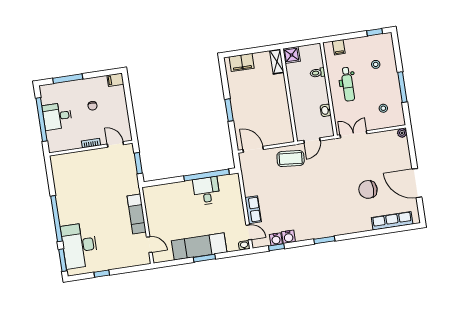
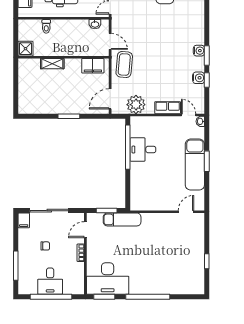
filing cabinet: (242, 62) -> (93, 66), moved, turned 90
shelving: (277, 62) -> (52, 64), moved
sliding door: (129, 104) -> (49, 211), added
washbasin: (326, 110) -> (95, 24), moved
plant: (251, 177) -> (136, 105), added
exam couch: (137, 214) -> (122, 219), moved
door: (249, 232) -> (189, 115), hinge flipped
water cooler: (276, 239) -> (199, 51), moved
window: (324, 240) -> (207, 56), moved
desk: (80, 246) -> (108, 279), moved
window: (276, 247) -> (207, 80), moved
window: (63, 260) -> (104, 297), moved

